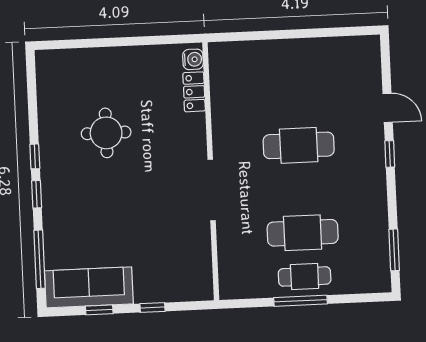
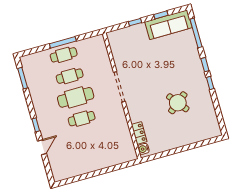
door: (388, 108) -> (42, 147), swing flipped
round table: (106, 133) -> (178, 103), turned -38
cafe table: (299, 145) -> (82, 119), width x0.73, depth x0.74
cafe table: (301, 189) -> (76, 97), added
cafe table: (303, 233) -> (70, 76), width x0.73, depth x0.74

